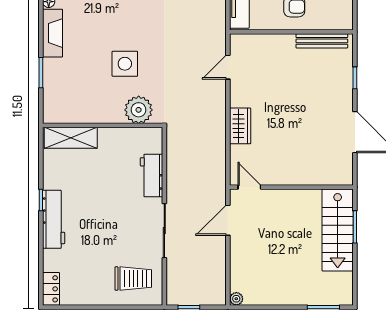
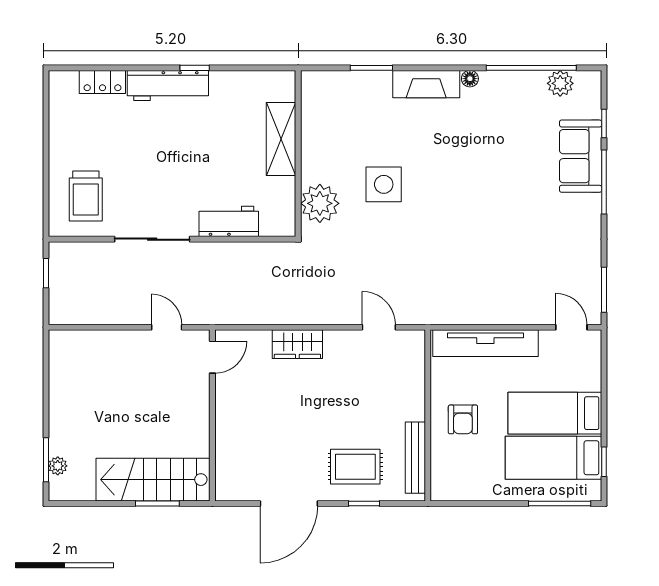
rug: (328, 84) -> (355, 467), added
shelving: (71, 138) -> (281, 139), moved
door: (228, 220) -> (167, 327), width x0.73
locker: (51, 289) -> (102, 82), moved
plant: (236, 299) -> (58, 466), moved

